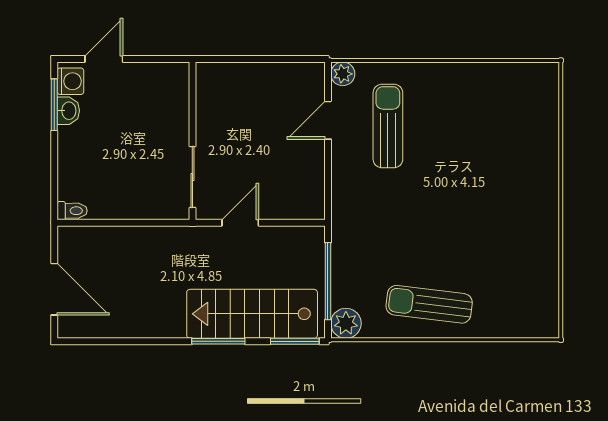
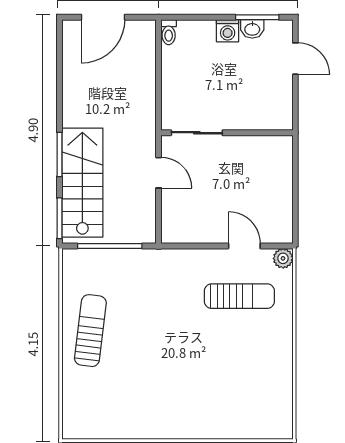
washing machine: (70, 81) -> (228, 31), moved
plant: (346, 323) -> (74, 261), removed

